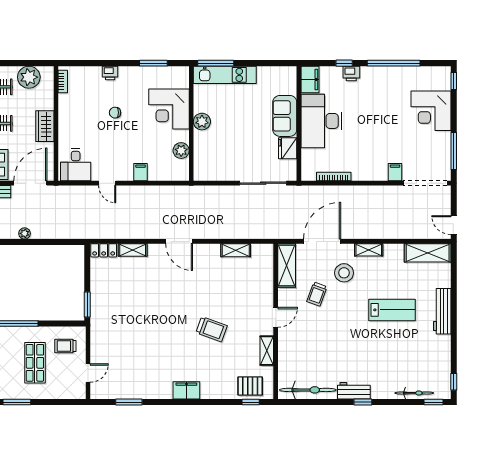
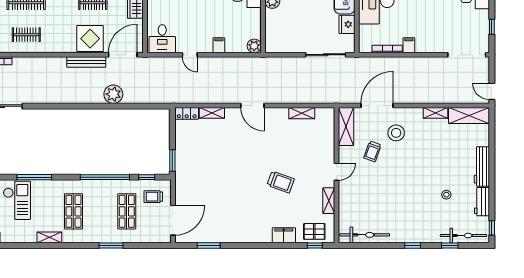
plant: (181, 151) -> (254, 46), moved
window: (454, 151) -> (492, 27), width x0.46
filing cabinet: (395, 172) -> (409, 45), moved
plant: (25, 233) -> (113, 94), width x1.87, depth x1.87
shelving: (369, 250) -> (435, 113), moved
lab bench: (392, 310) -> (438, 165), removed
window: (58, 324) -> (147, 177), added
stool: (402, 344) -> (446, 195), added
door: (88, 373) -> (173, 220), width x1.88
filing cabinet: (186, 390) -> (284, 235), moved
workbench: (354, 391) -> (482, 202), moved, turned -90
bicycle: (414, 393) -> (464, 235), width x1.37, depth x1.40
window: (434, 402) -> (450, 246), moved

